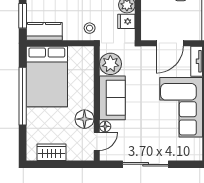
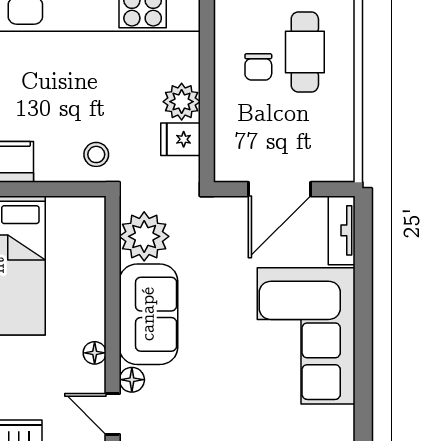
floor lamp: (84, 119) -> (95, 353), width x0.53, depth x0.53
door: (97, 141) -> (113, 414), swing flipped

